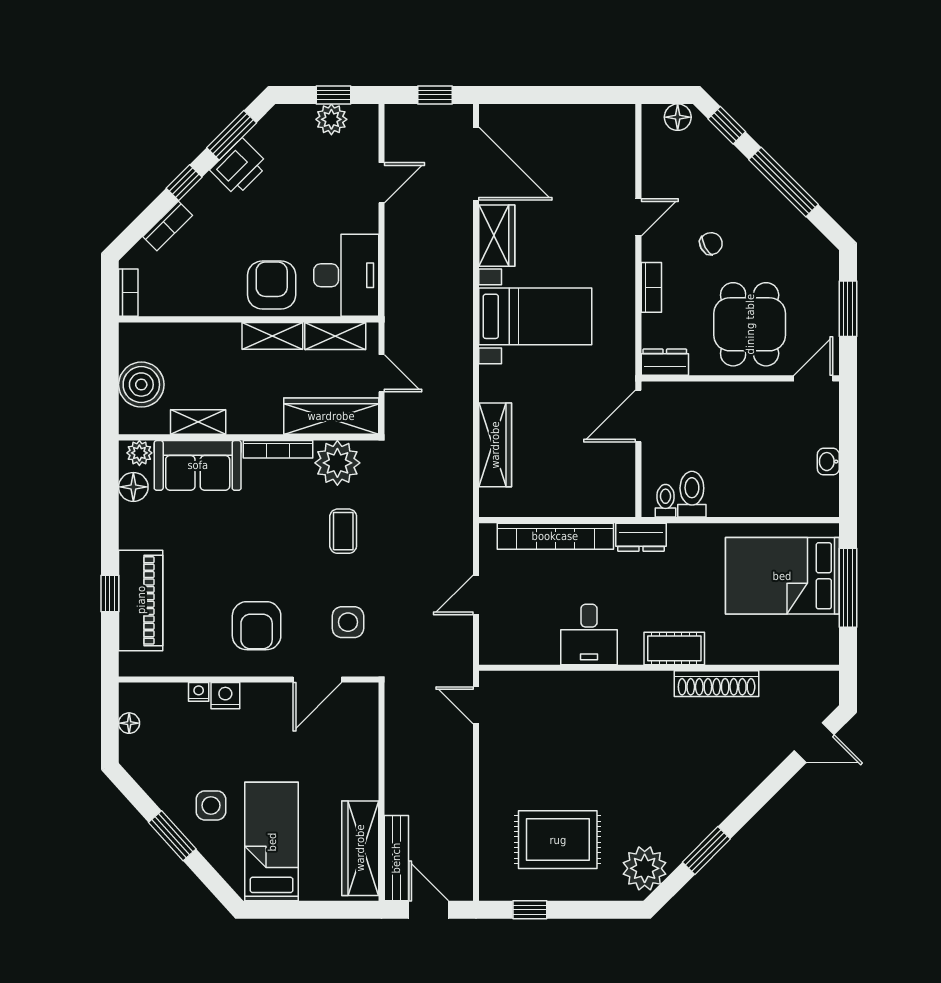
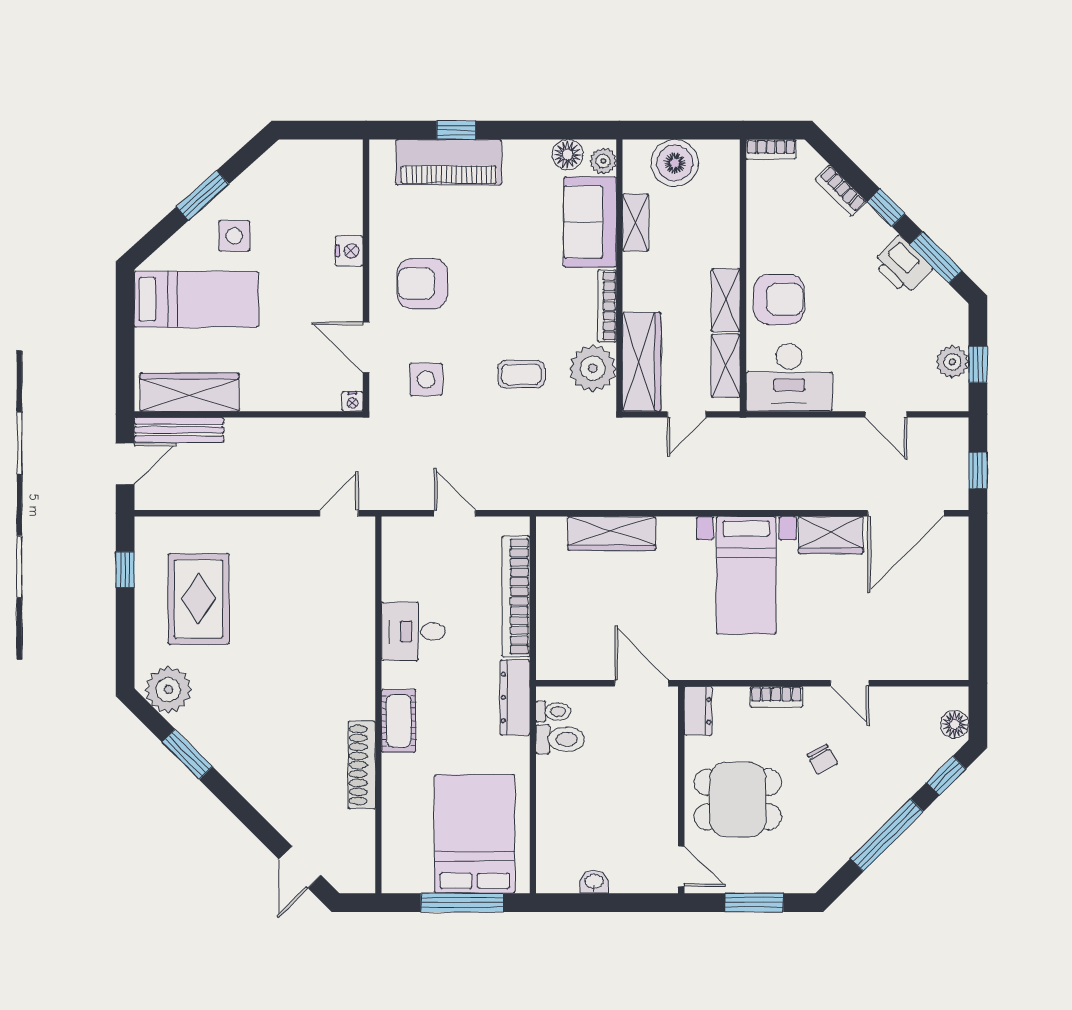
dresser: (641, 537) -> (515, 697), width x1.44
nightstand: (199, 692) -> (352, 401), moved, turned 90
floor lamp: (129, 723) -> (320, 150), removed

